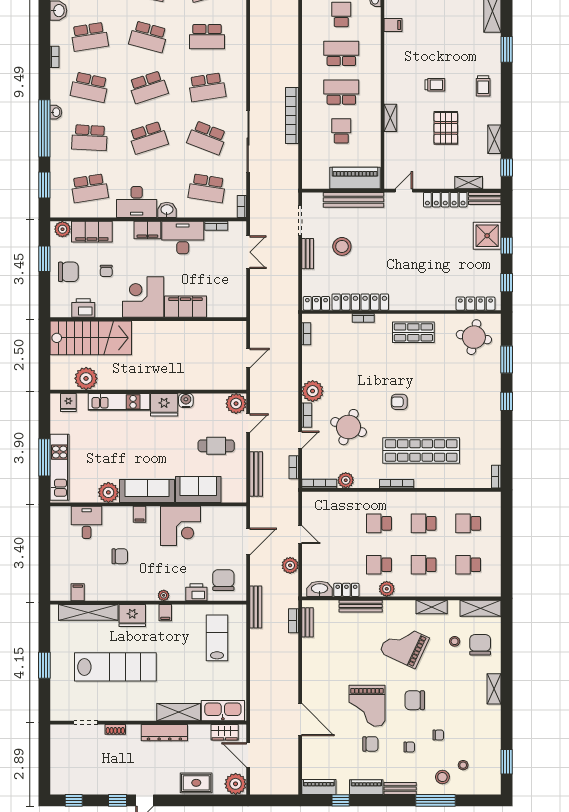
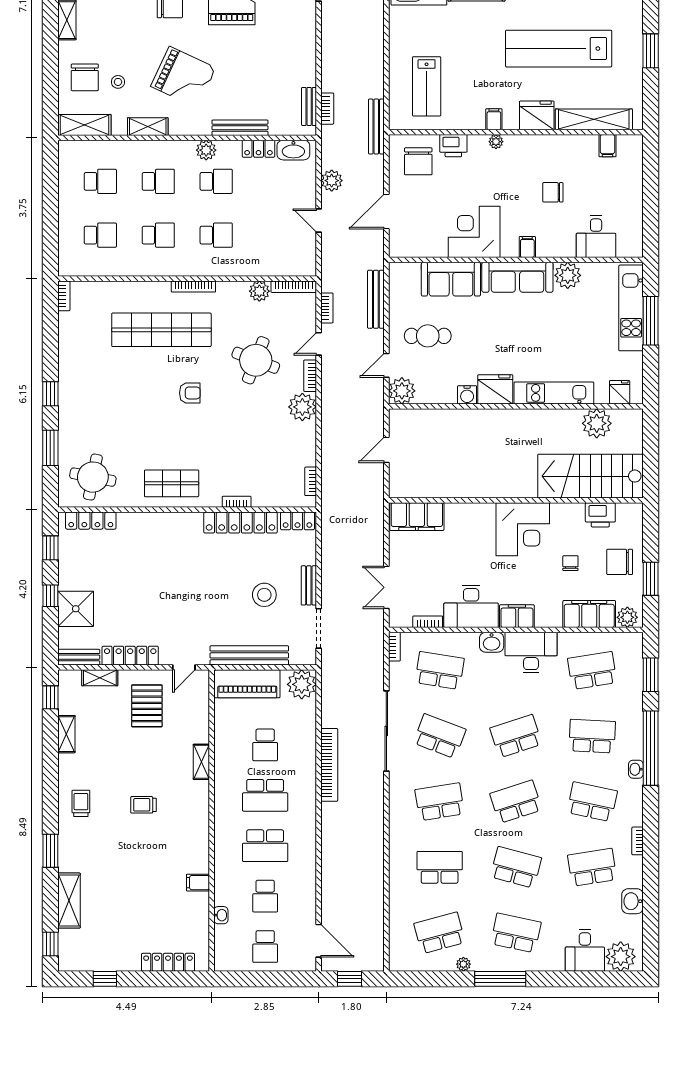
pallet: (446, 128) -> (147, 706), moved
plant: (313, 178) -> (302, 684), added
filing cabinet: (185, 307) -> (417, 517), moved

